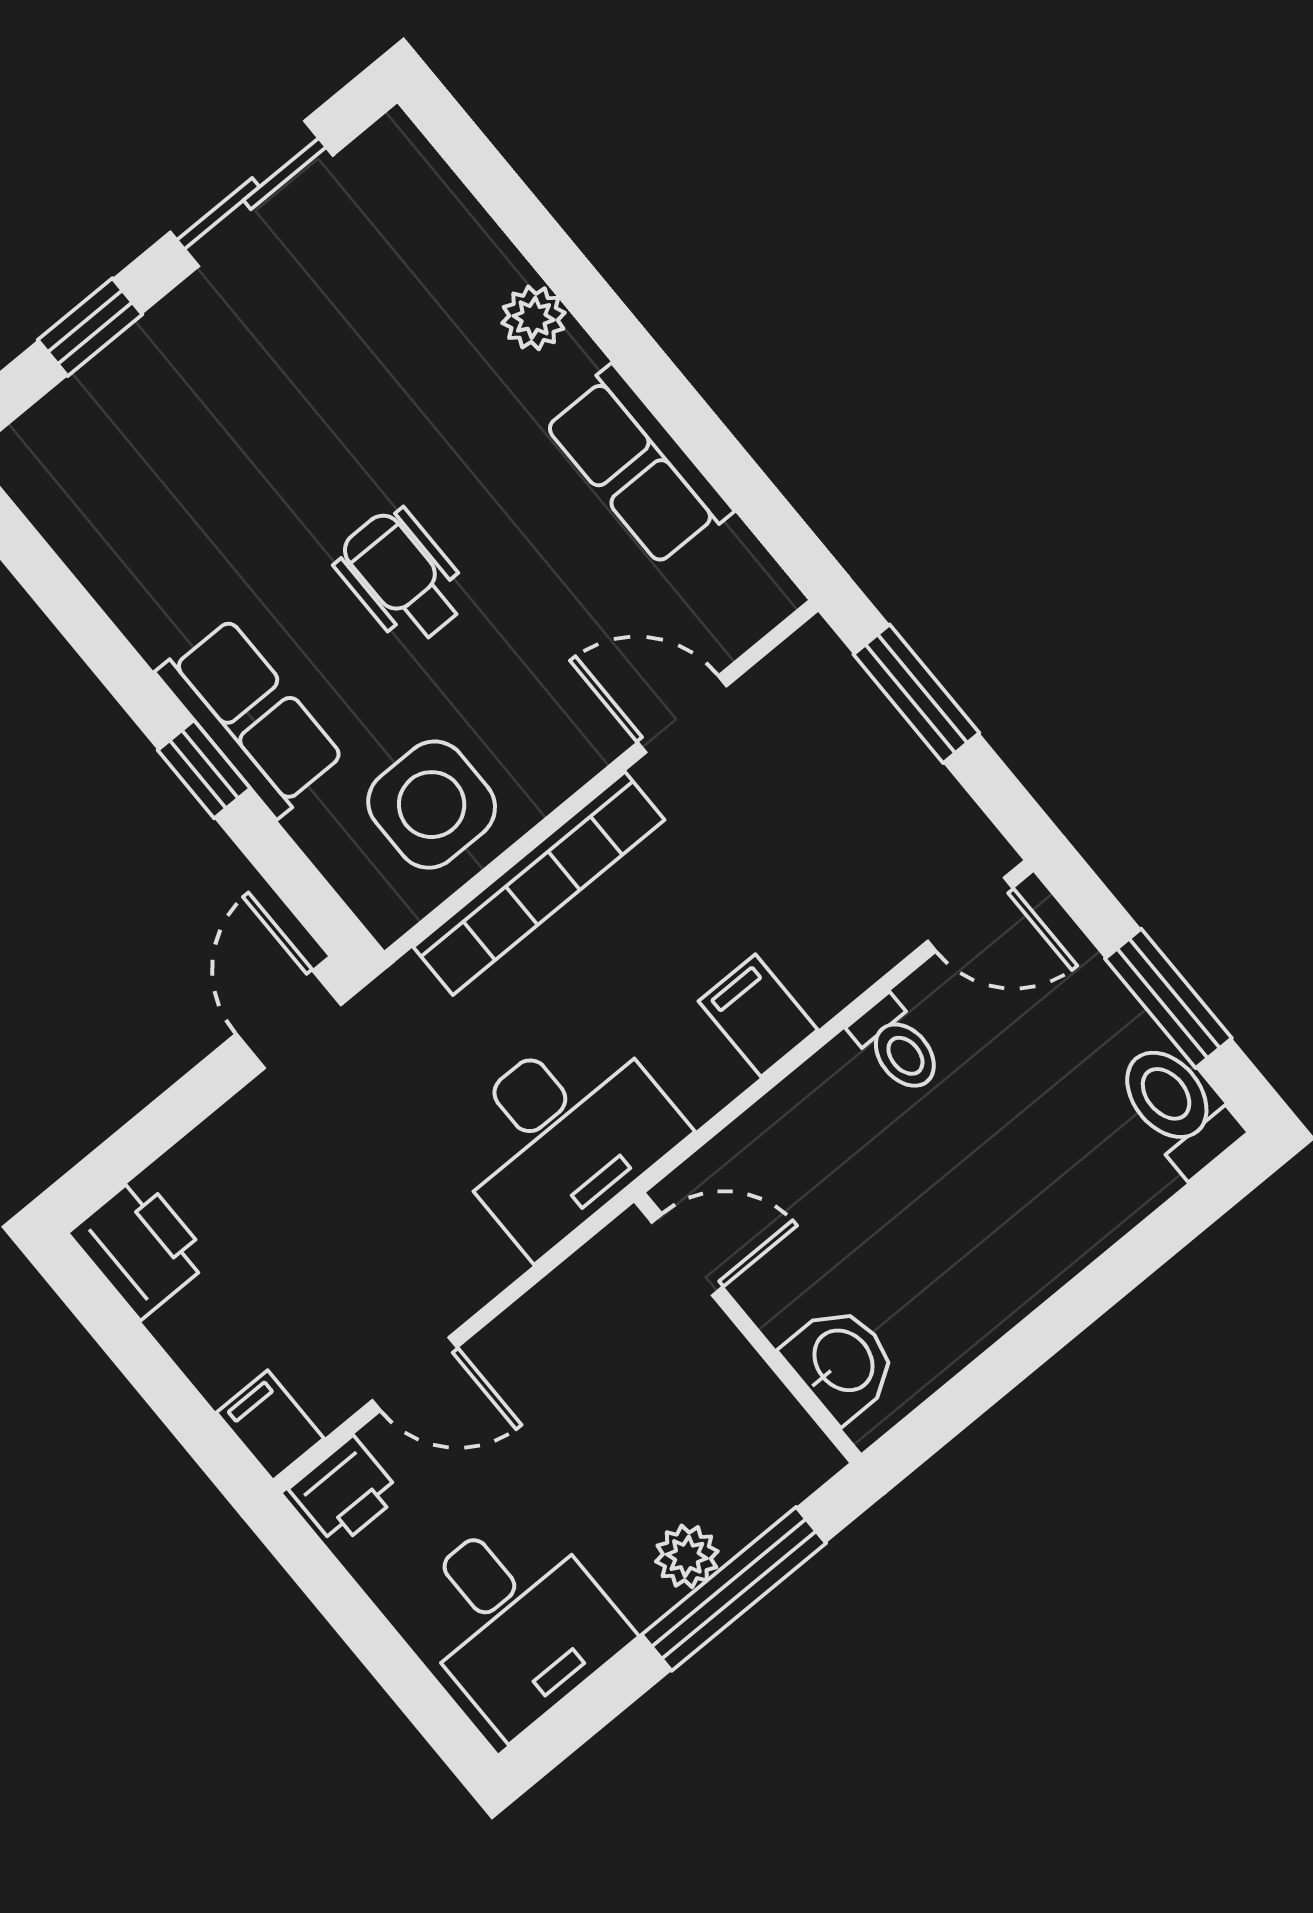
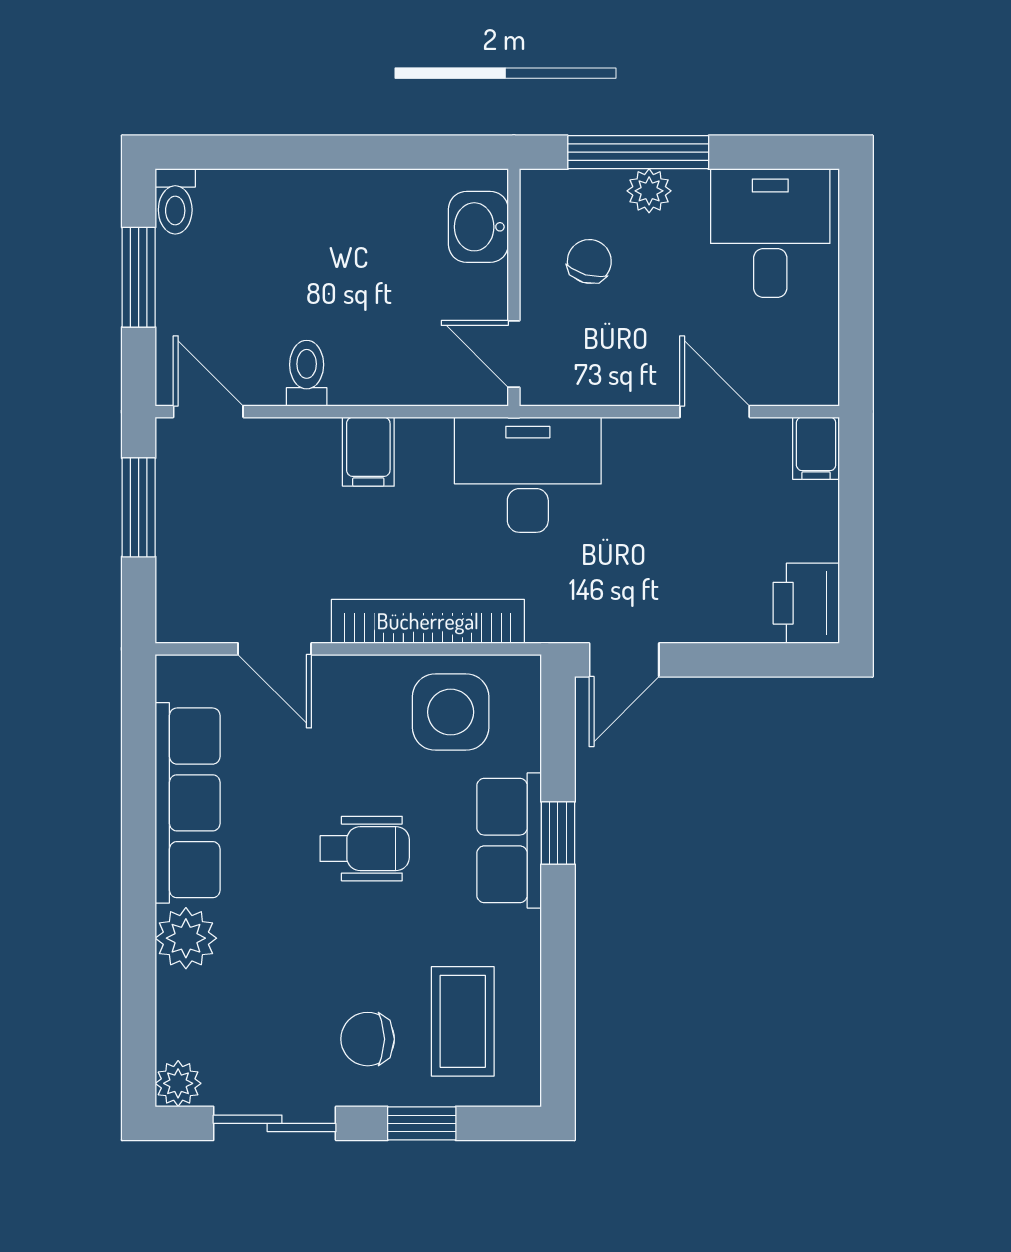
plant: (394, 150) -> (178, 1083), added
plant: (534, 318) -> (186, 938), width x1.38, depth x1.38
chair: (226, 371) -> (368, 1039), added
row of seats: (638, 466) -> (188, 803), width x1.48
coffee table: (138, 476) -> (463, 1021), added
wheelchair: (402, 577) -> (365, 849), turned -90
window: (916, 694) -> (139, 507), moved
toilet: (1178, 1108) -> (175, 201), width x0.73, depth x0.72
chair: (688, 1425) -> (589, 261), added
printer: (345, 1492) -> (805, 379), removed

